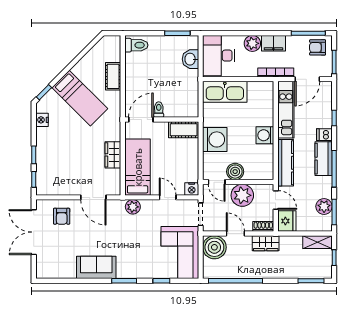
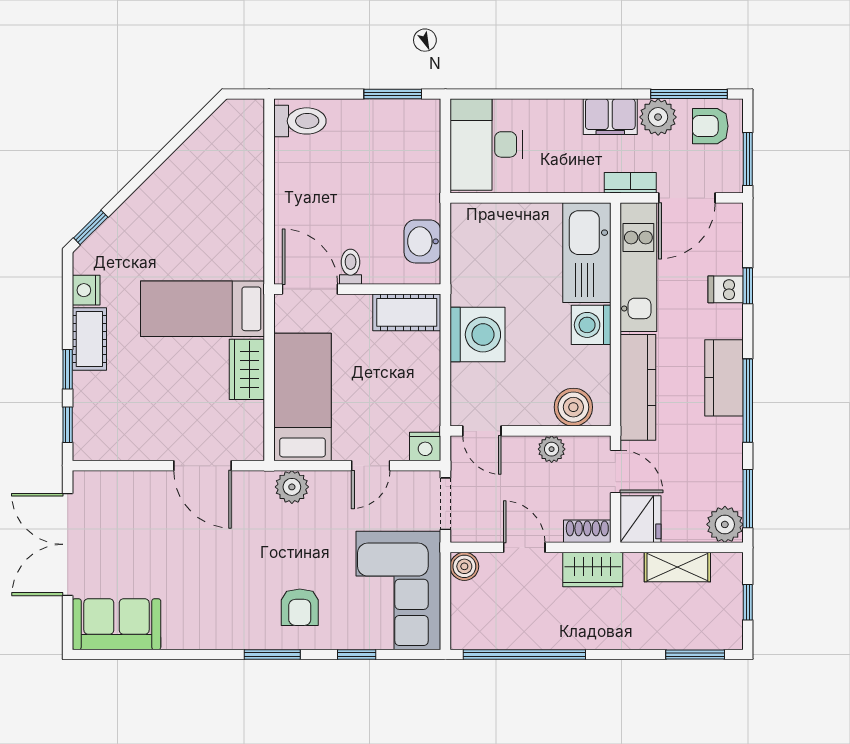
plant: (252, 43) -> (658, 117), moved
washbasin: (190, 59) -> (422, 241), moved
bookcase: (276, 72) -> (630, 183), width x0.64
cot: (113, 76) -> (89, 339), moved
kitchen sink: (225, 92) -> (587, 253), moved, turned 90
bed: (80, 98) -> (202, 309), moved, turned 135
door: (141, 119) -> (310, 289), hinge flipped
dishwasher: (324, 135) -> (726, 289), moved
boiler: (235, 172) -> (573, 407), moved
plant: (242, 195) -> (552, 449), width x0.53, depth x0.53
door: (168, 197) -> (371, 466), swing flipped
plant: (324, 206) -> (725, 524), moved
armchair: (62, 216) -> (300, 607), moved
shelving: (317, 242) -> (677, 567), moved
boiler: (214, 247) -> (464, 566), width x0.54, depth x0.54
sofa: (96, 267) -> (116, 624), moved

